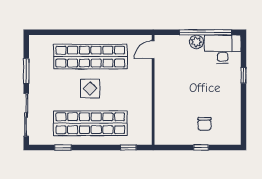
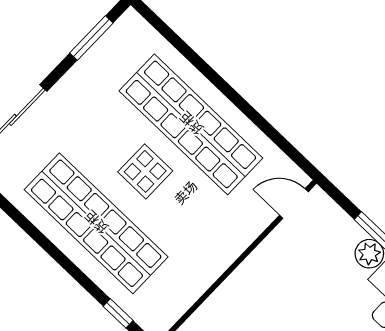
window: (26, 71) -> (91, 38), moved
window: (63, 147) -> (21, 220), removed

